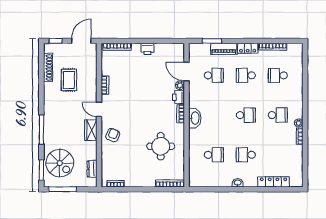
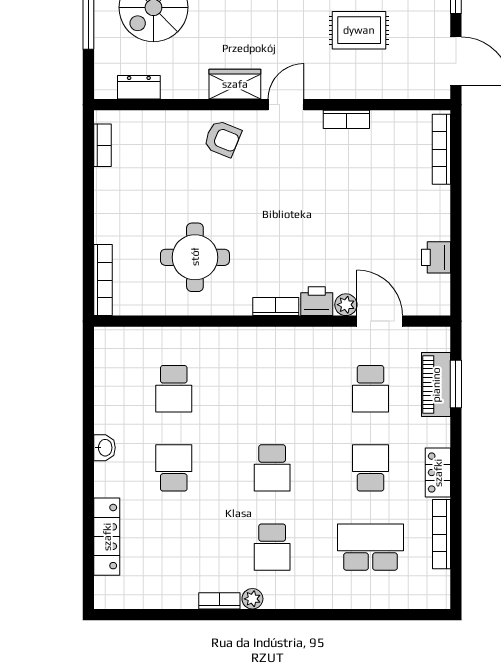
printer: (147, 49) -> (436, 257), moved
piano: (224, 49) -> (436, 385), moved
door: (187, 72) -> (380, 321), hinge flipped
school desk: (278, 75) -> (370, 547), width x1.85
washbasin: (195, 118) -> (265, 342), removed

